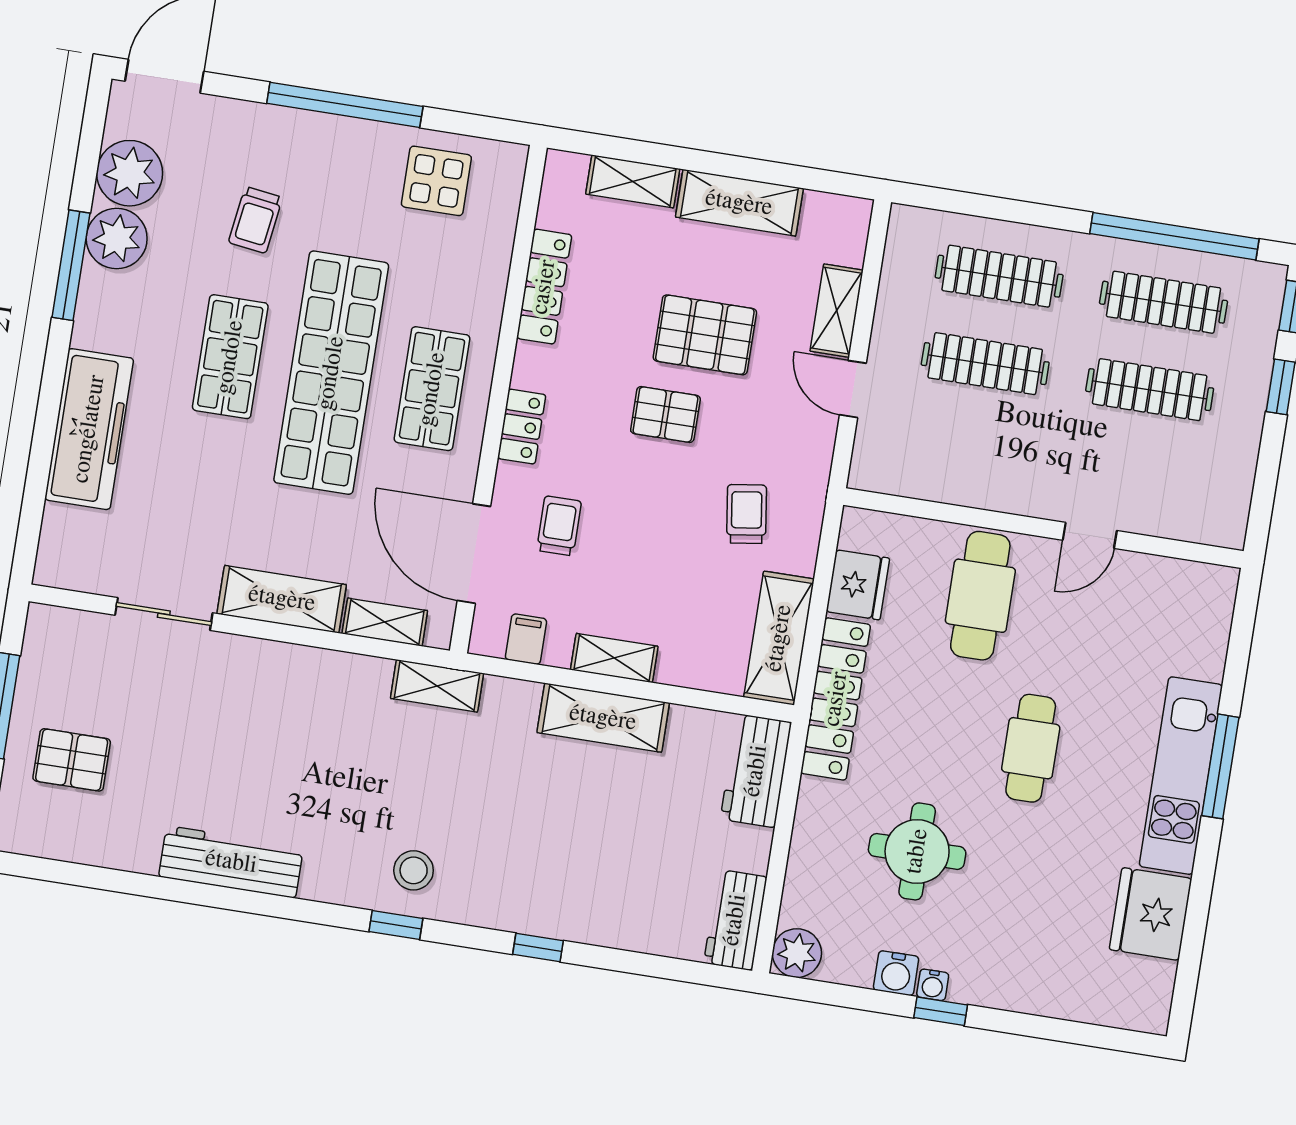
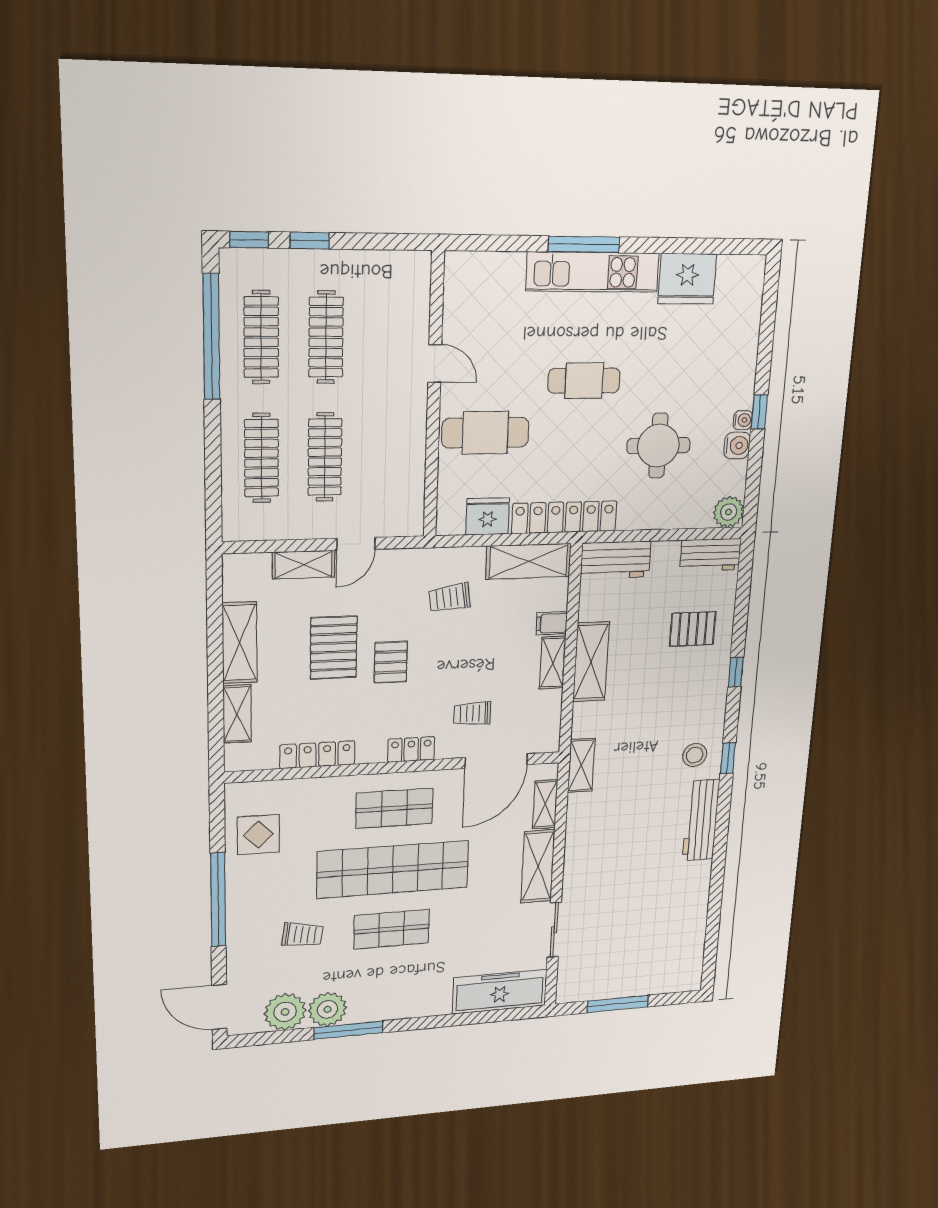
freezer: (89, 429) -> (500, 992), moved
filing cabinet: (526, 639) -> (552, 623), moved
pallet: (72, 760) -> (693, 629), moved, turned 90
workbench: (231, 862) -> (701, 820), moved

